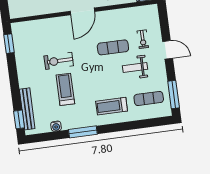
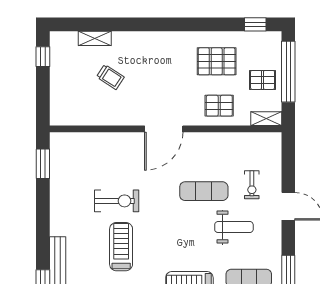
exercise bike: (59, 61) -> (117, 201), turned 180
weight bench: (135, 68) -> (234, 227), turned 180

